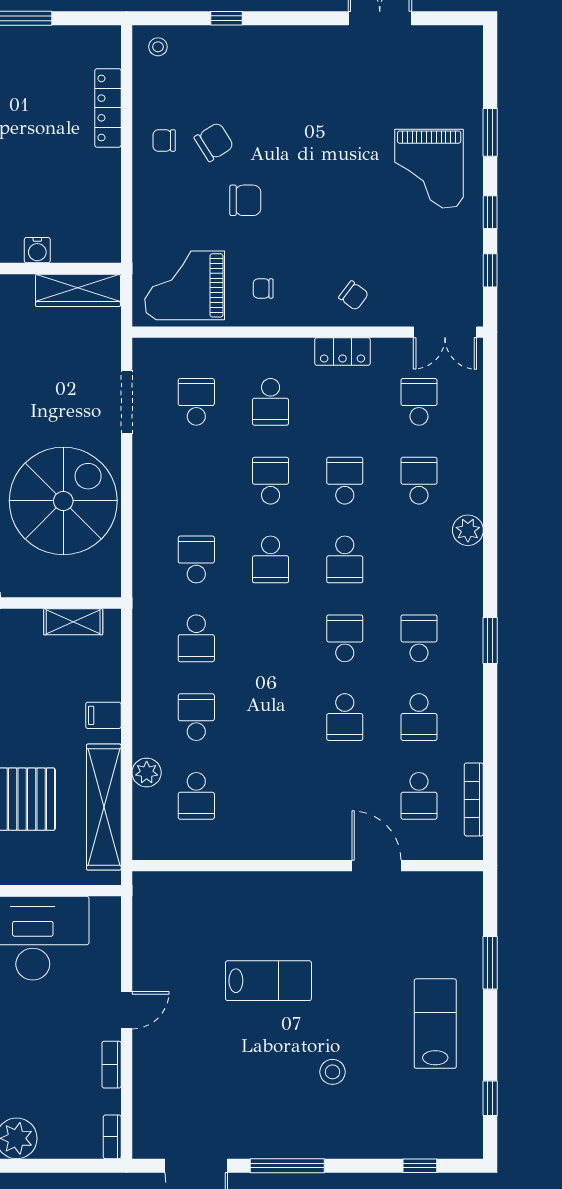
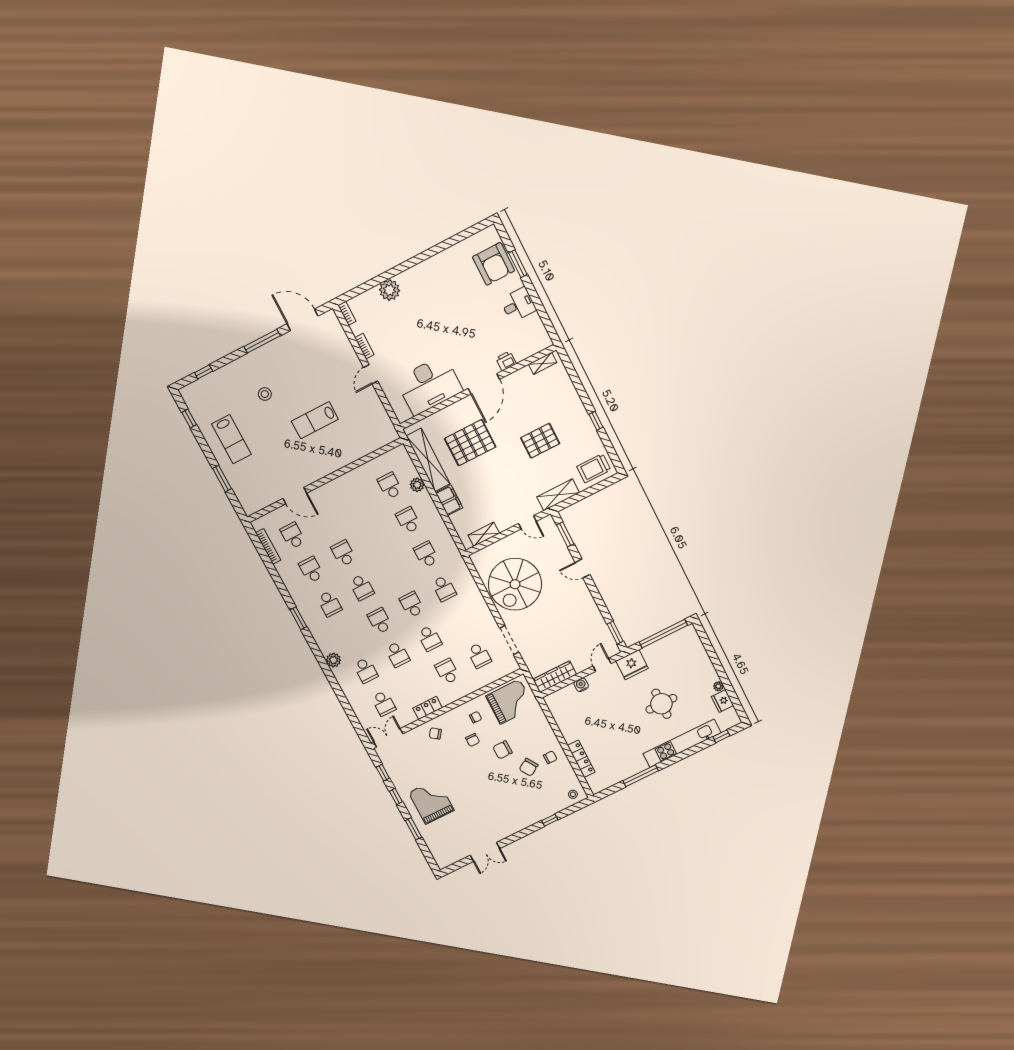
chair: (291, 248) -> (473, 740), added
filing cabinet: (103, 715) -> (449, 500), width x2.00
school desk: (196, 717) -> (408, 520), turned 180

